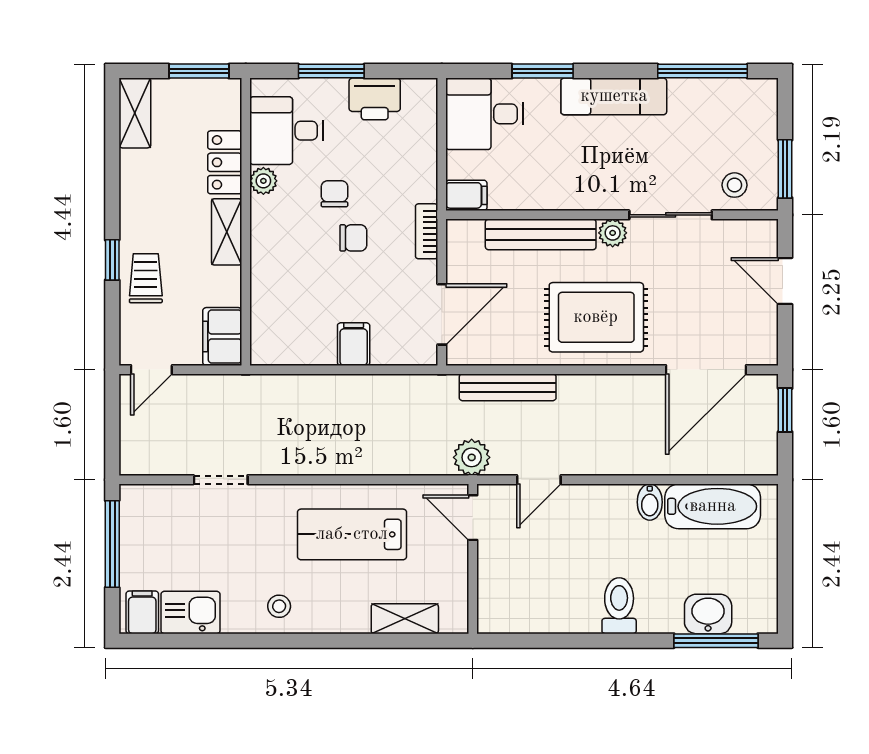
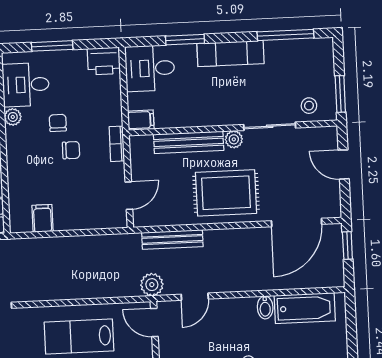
printer: (375, 99) -> (104, 61), moved
door: (442, 314) -> (129, 196), width x0.73
filing cabinet: (354, 344) -> (43, 218), moved

